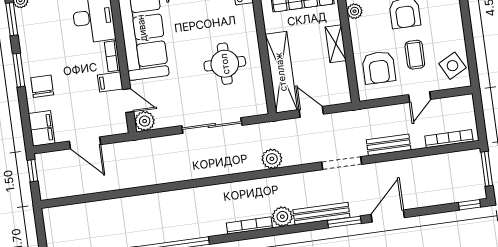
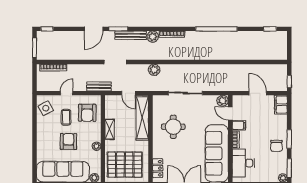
armchair: (379, 68) -> (87, 113), turned 180
chair: (42, 86) -> (276, 146), moved
bench: (389, 145) -> (99, 86), moved

